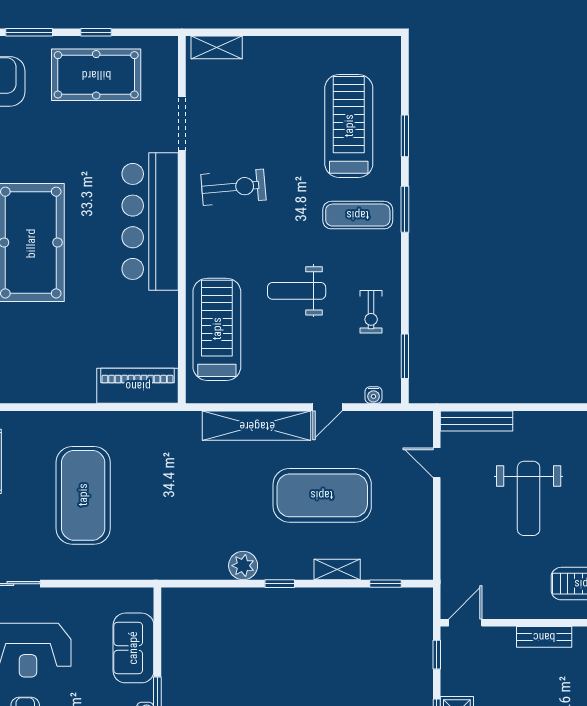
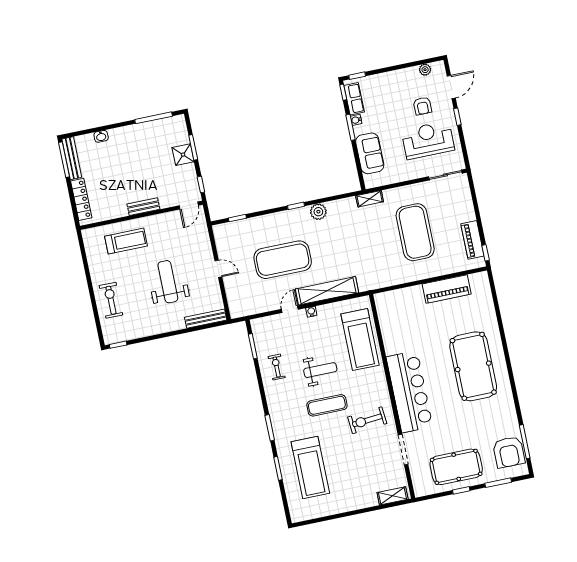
exercise mat: (358, 215) -> (327, 405), moved
piano: (138, 386) -> (447, 289), moved
water cooler: (373, 395) -> (311, 312), moved
door: (437, 463) -> (218, 269), moved
shelving: (337, 570) -> (370, 199), moved

